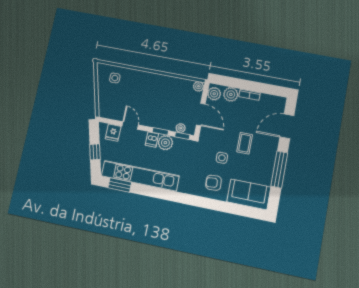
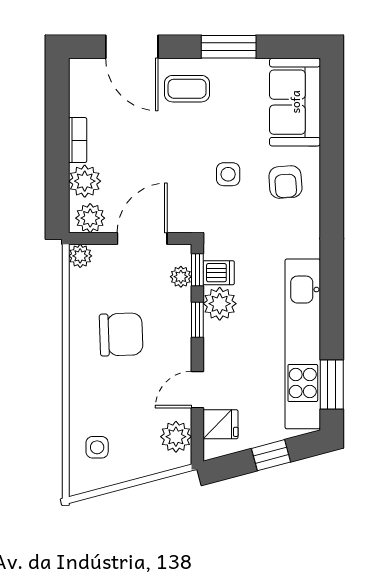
chair: (161, 97) -> (121, 334), added
plant: (112, 112) -> (176, 437), added
dishwasher: (152, 139) -> (219, 273), moved
coffee table: (245, 143) -> (187, 89), moved
window: (279, 169) -> (229, 47), width x0.69

